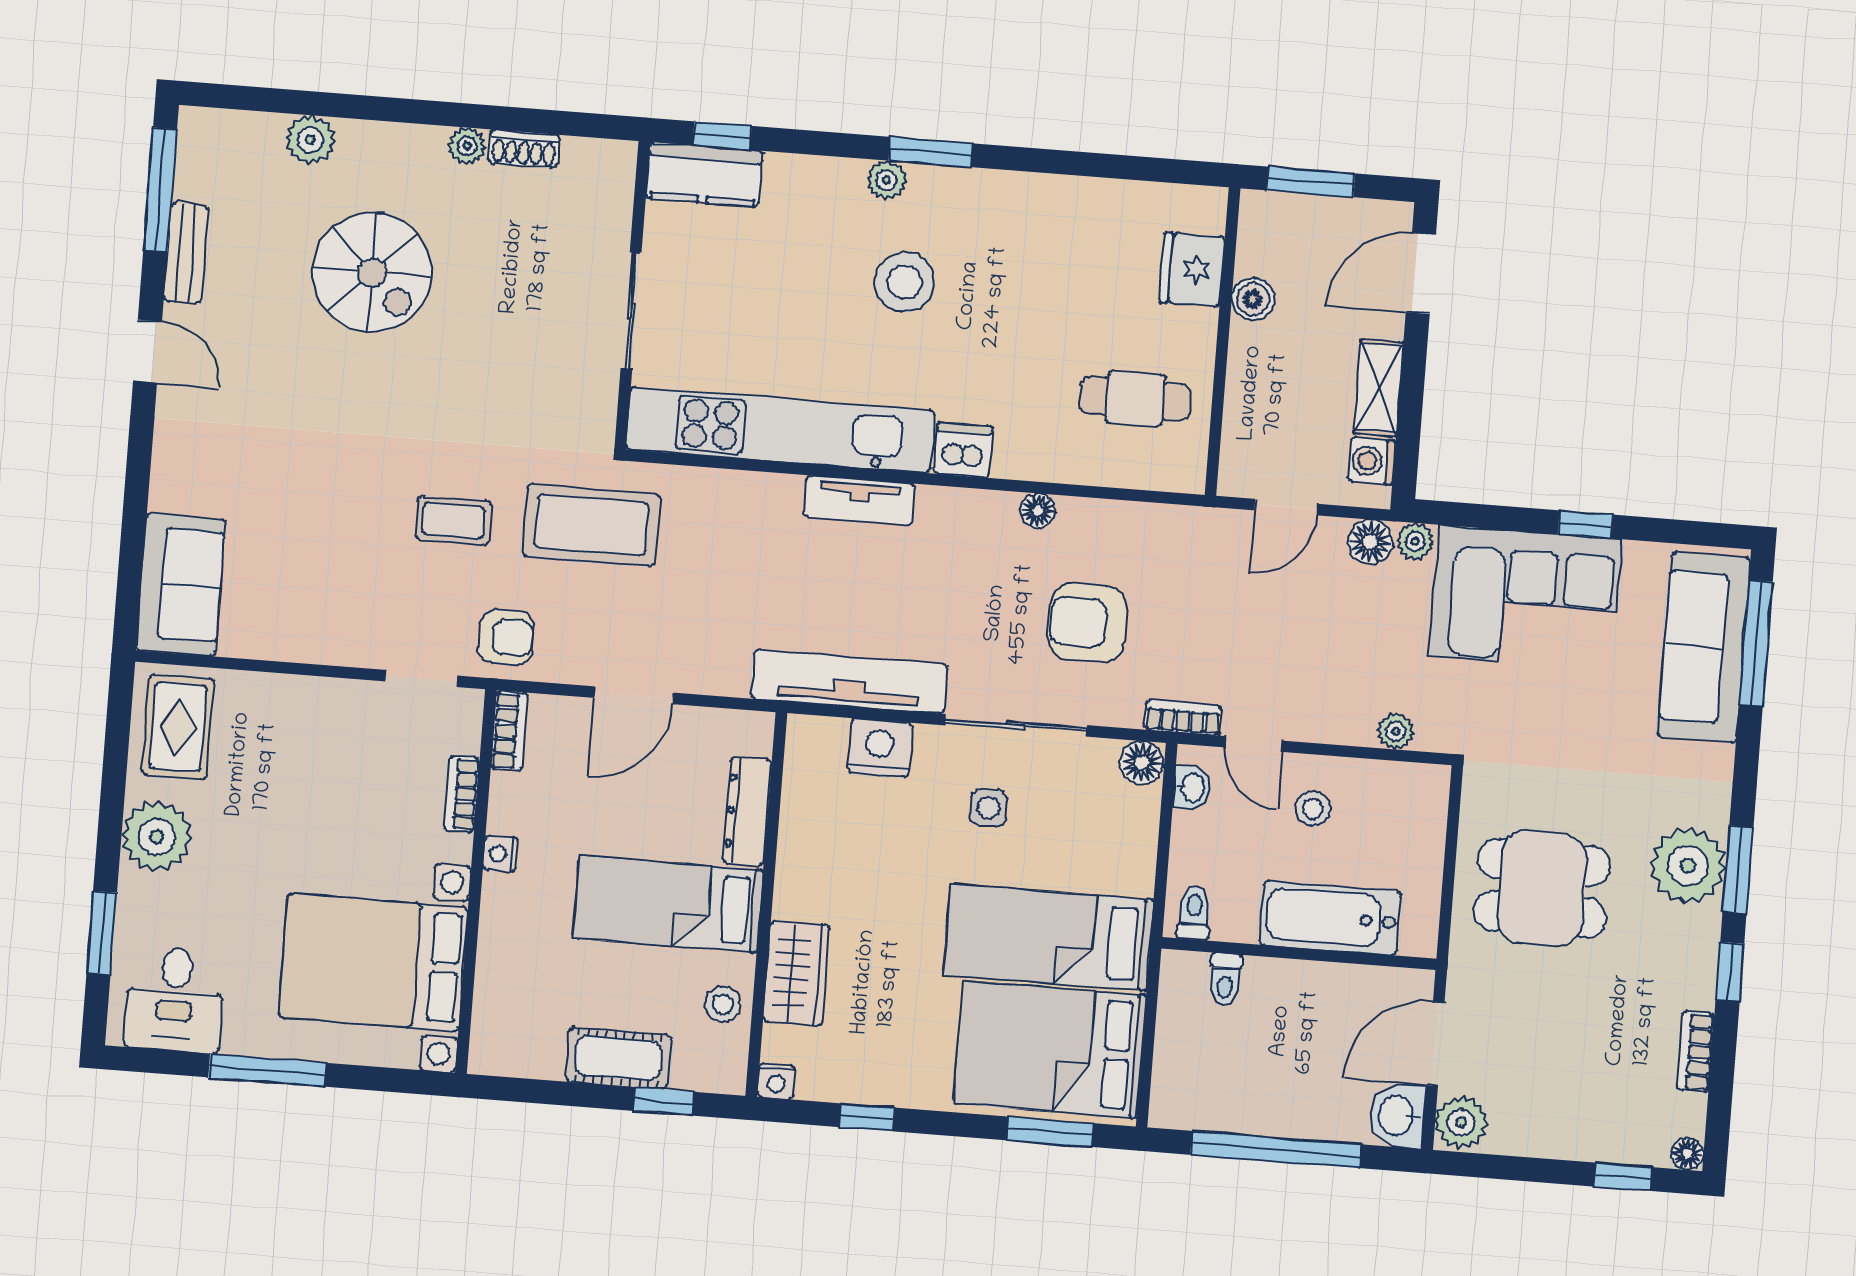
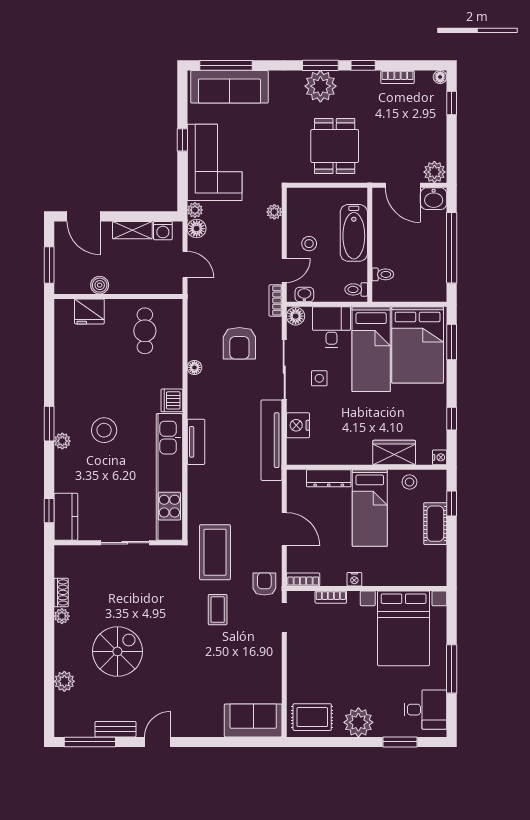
desk: (1109, 847) -> (331, 327), added

